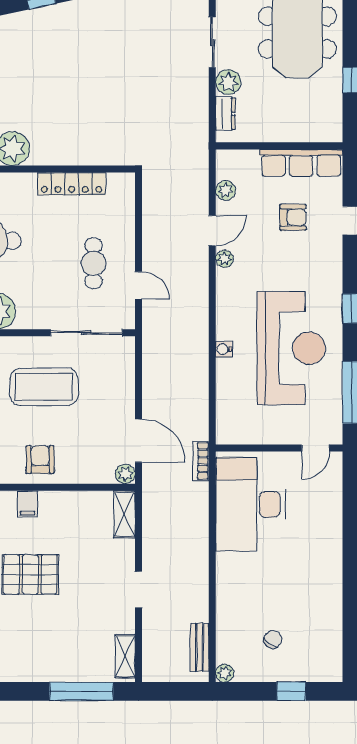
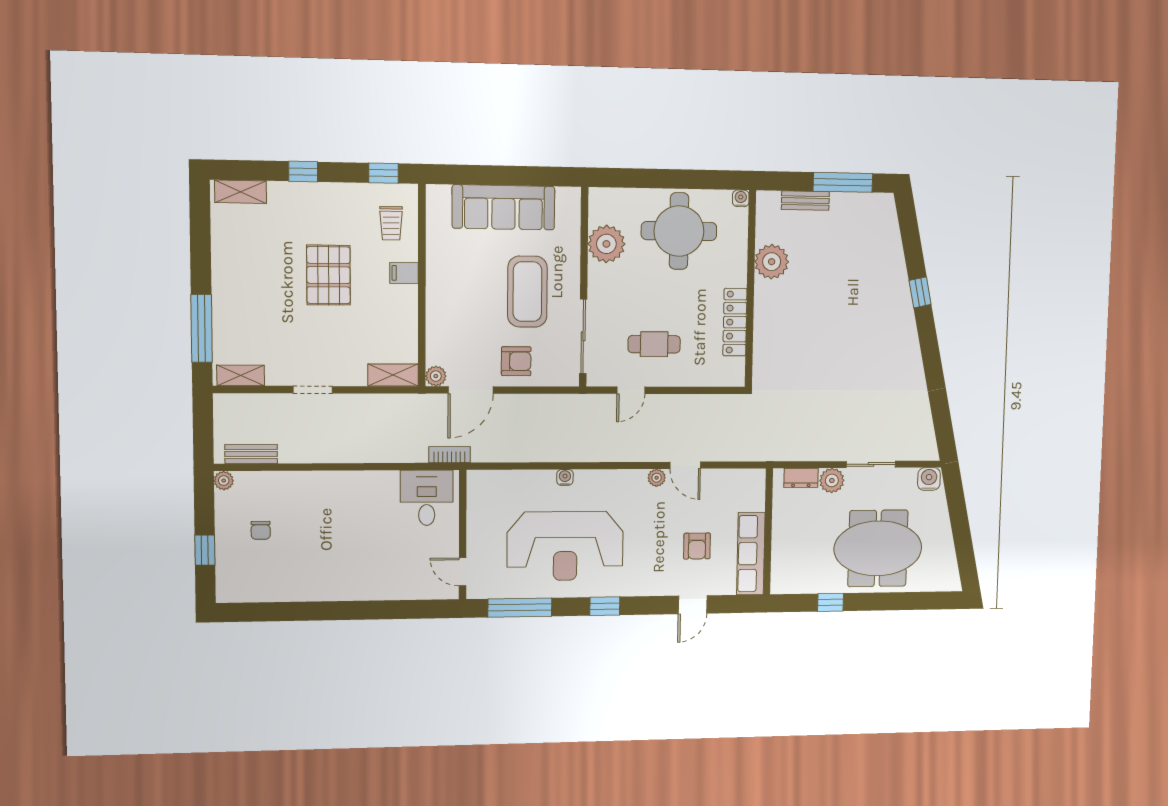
plant: (226, 190) -> (725, 478), removed
armchair: (40, 460) -> (516, 361), moved
desk: (251, 504) -> (427, 498), width x0.53, depth x0.77
chair: (273, 639) -> (261, 530), turned 53

